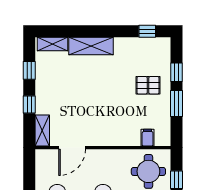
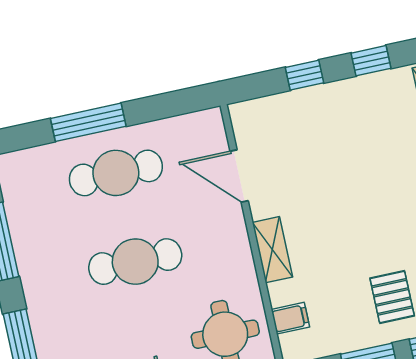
shelving: (42, 130) -> (272, 250), moved, turned 90

